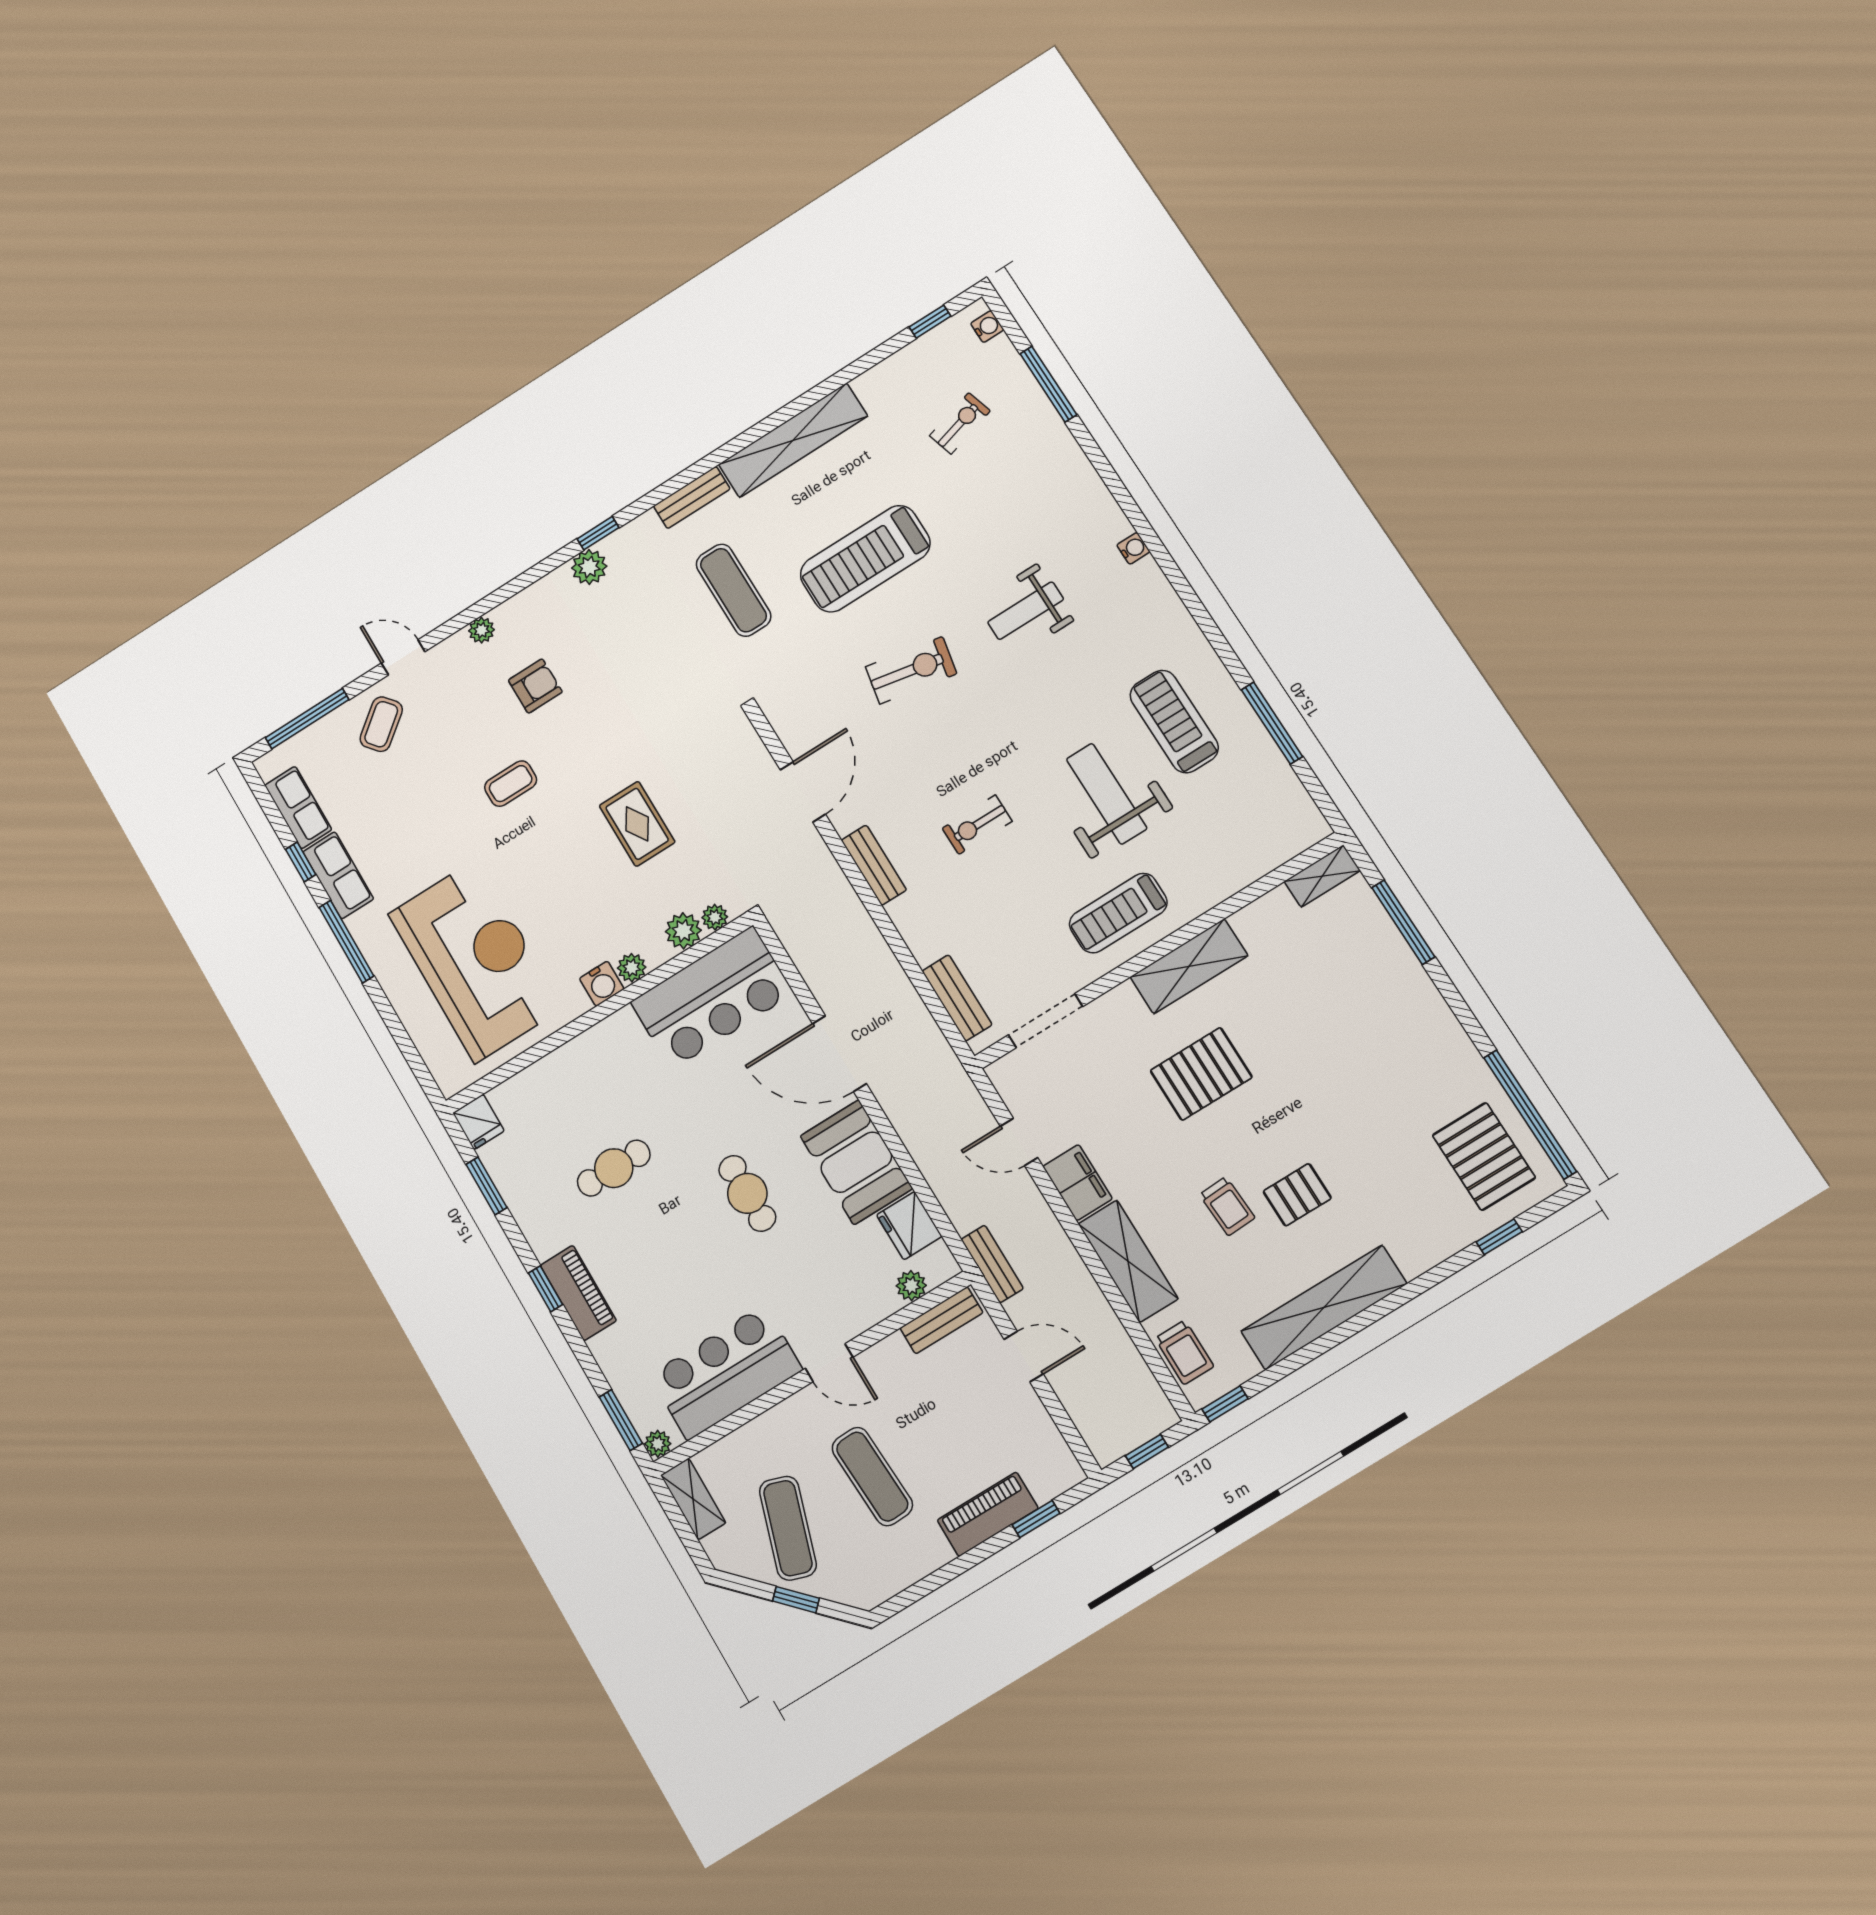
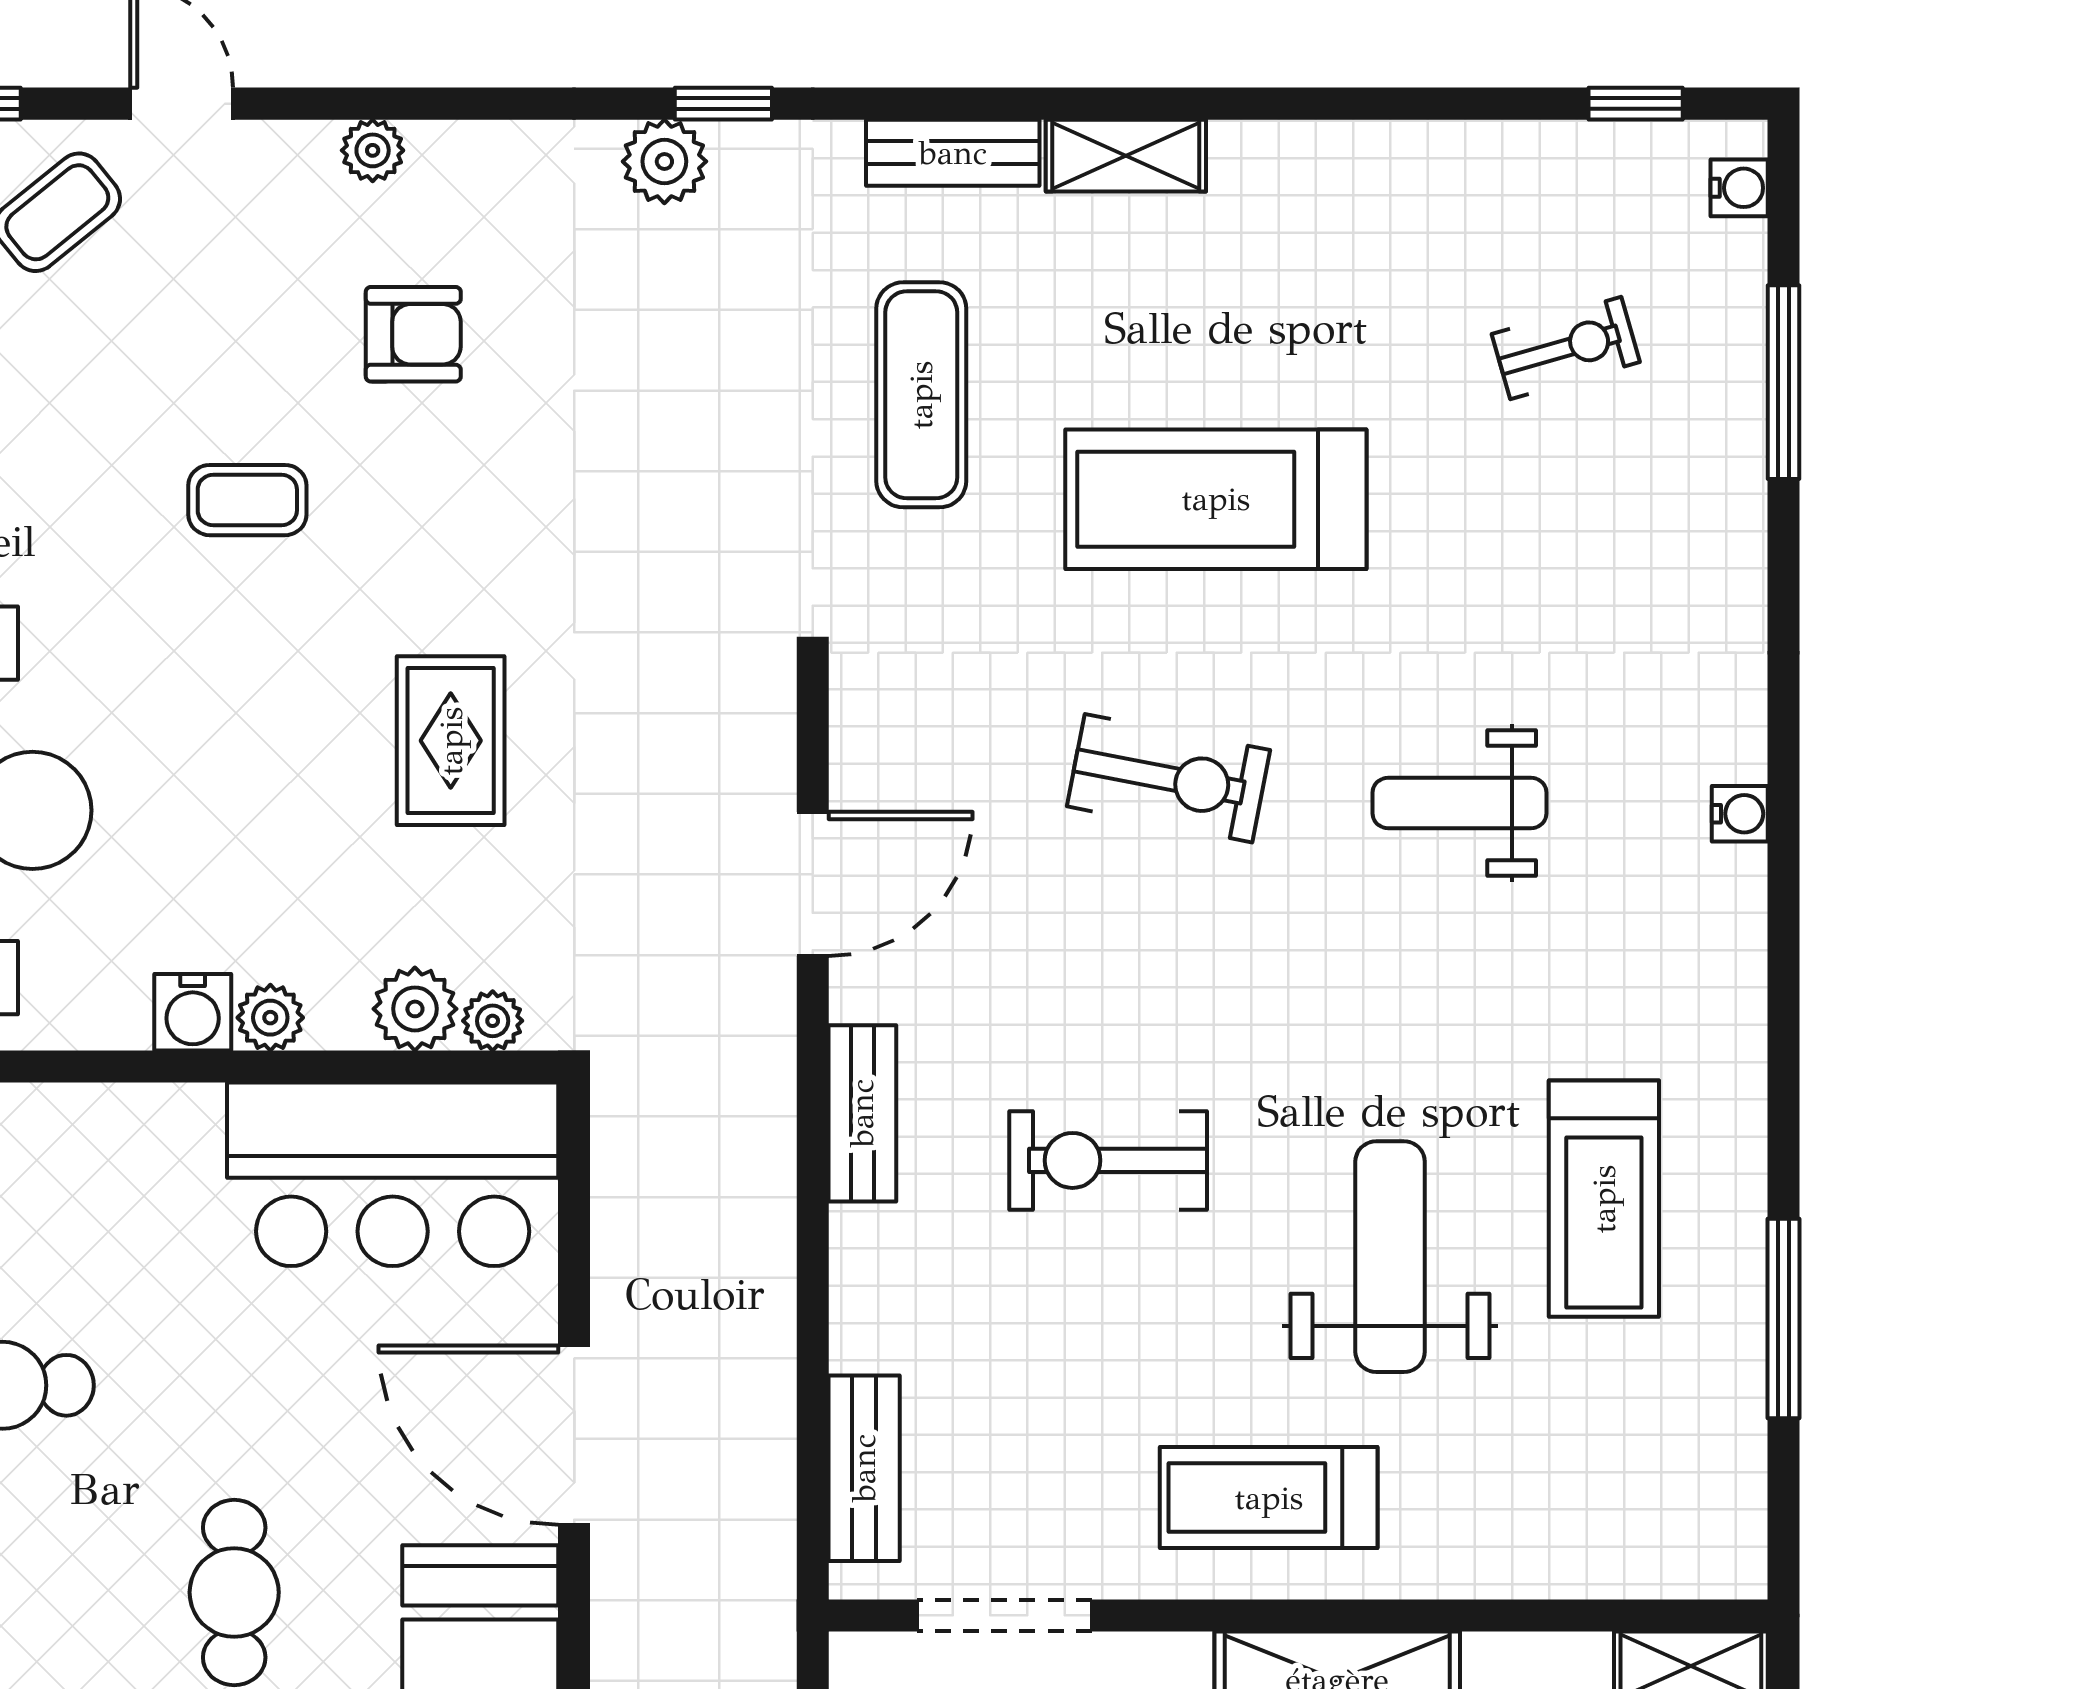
shelving: (793, 440) -> (1126, 156), width x0.45, depth x0.75
treadmill: (1174, 721) -> (1604, 1199), turned 180
exercise bike: (977, 825) -> (1108, 1160), width x1.38, depth x1.39

